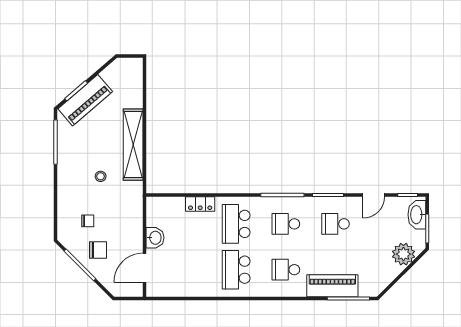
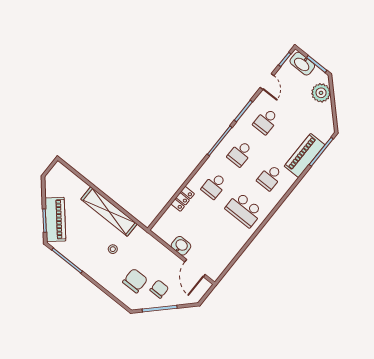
chair: (88, 221) -> (135, 281), width x1.87, depth x1.87
school desk: (236, 224) -> (214, 186), width x0.54

